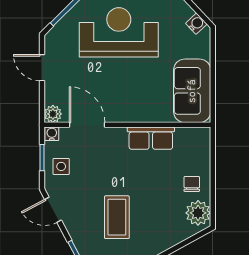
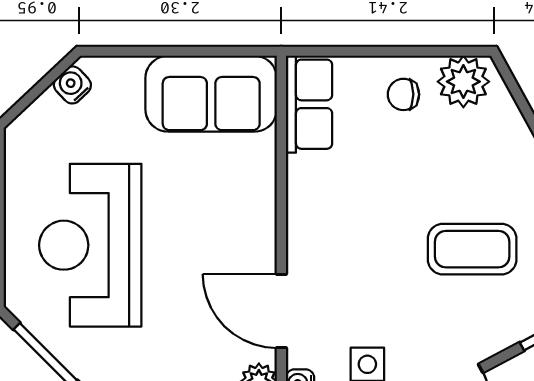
door: (87, 125) -> (281, 311), hinge flipped
row of seats: (151, 138) -> (309, 104), moved

